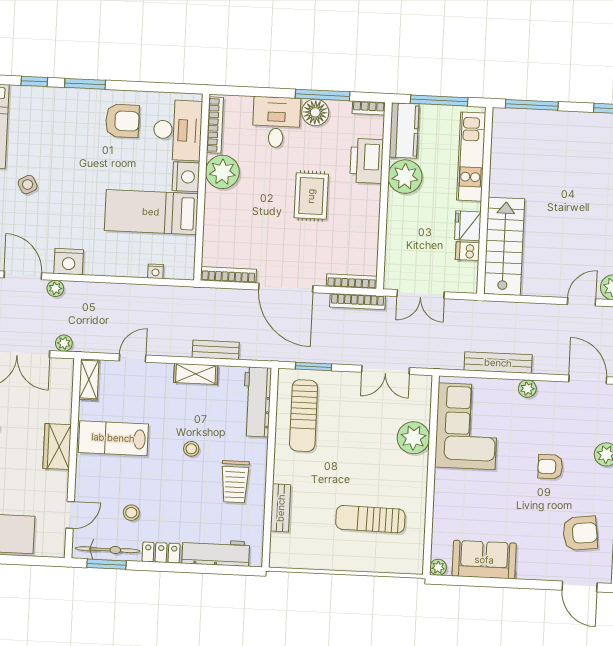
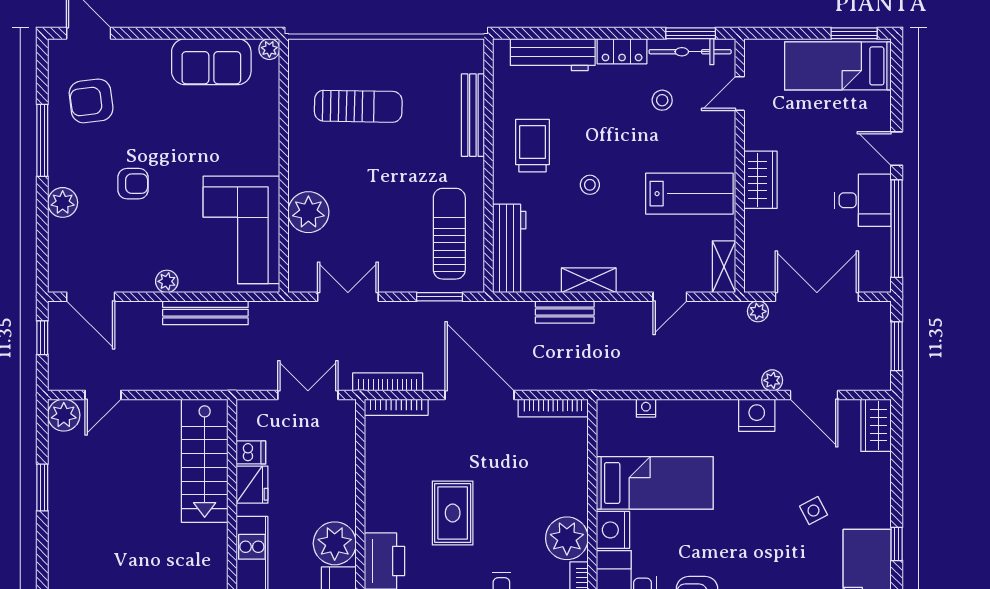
bench: (281, 508) -> (473, 115), width x1.36

